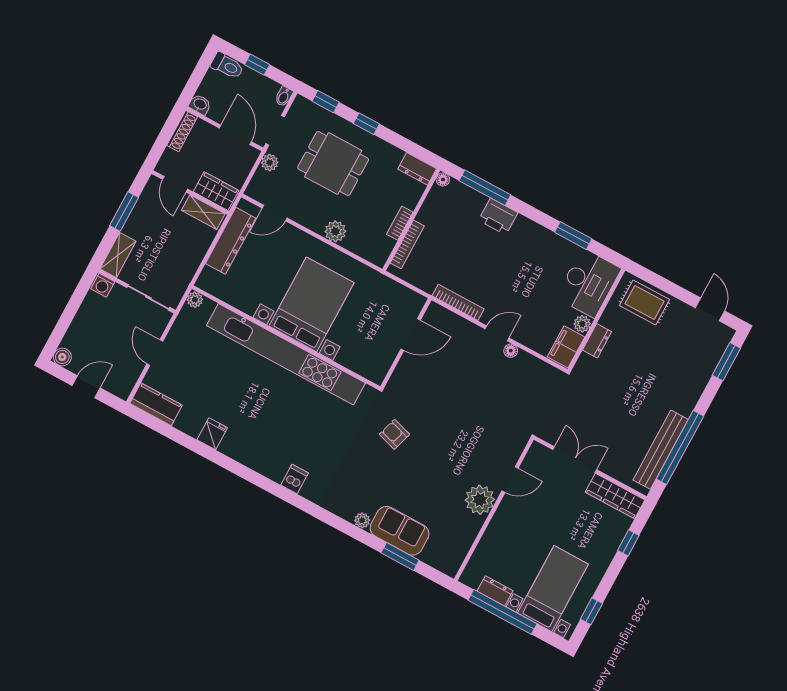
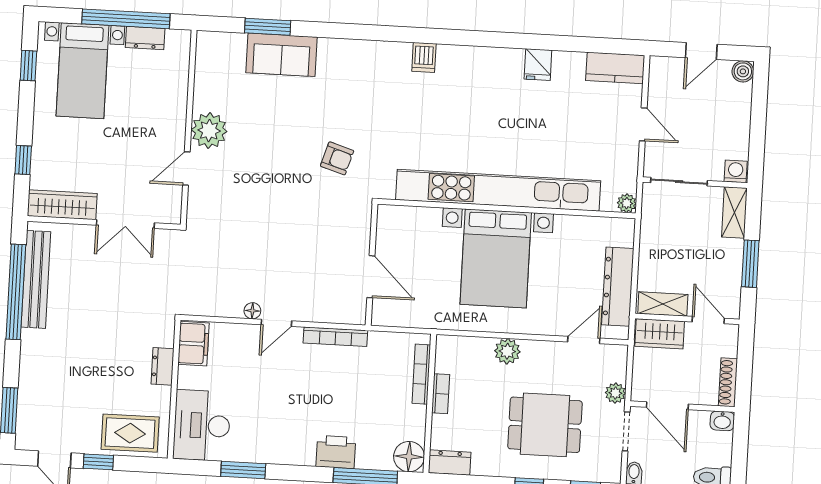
floor lamp: (443, 179) -> (409, 457), width x1.89, depth x1.89
window: (678, 292) -> (98, 462), added
plant: (582, 324) -> (188, 377), removed
door: (411, 335) -> (371, 277), swing flipped
plant: (362, 520) -> (328, 47), removed

